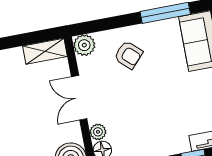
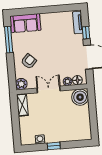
double door: (79, 98) -> (49, 89), swing flipped

